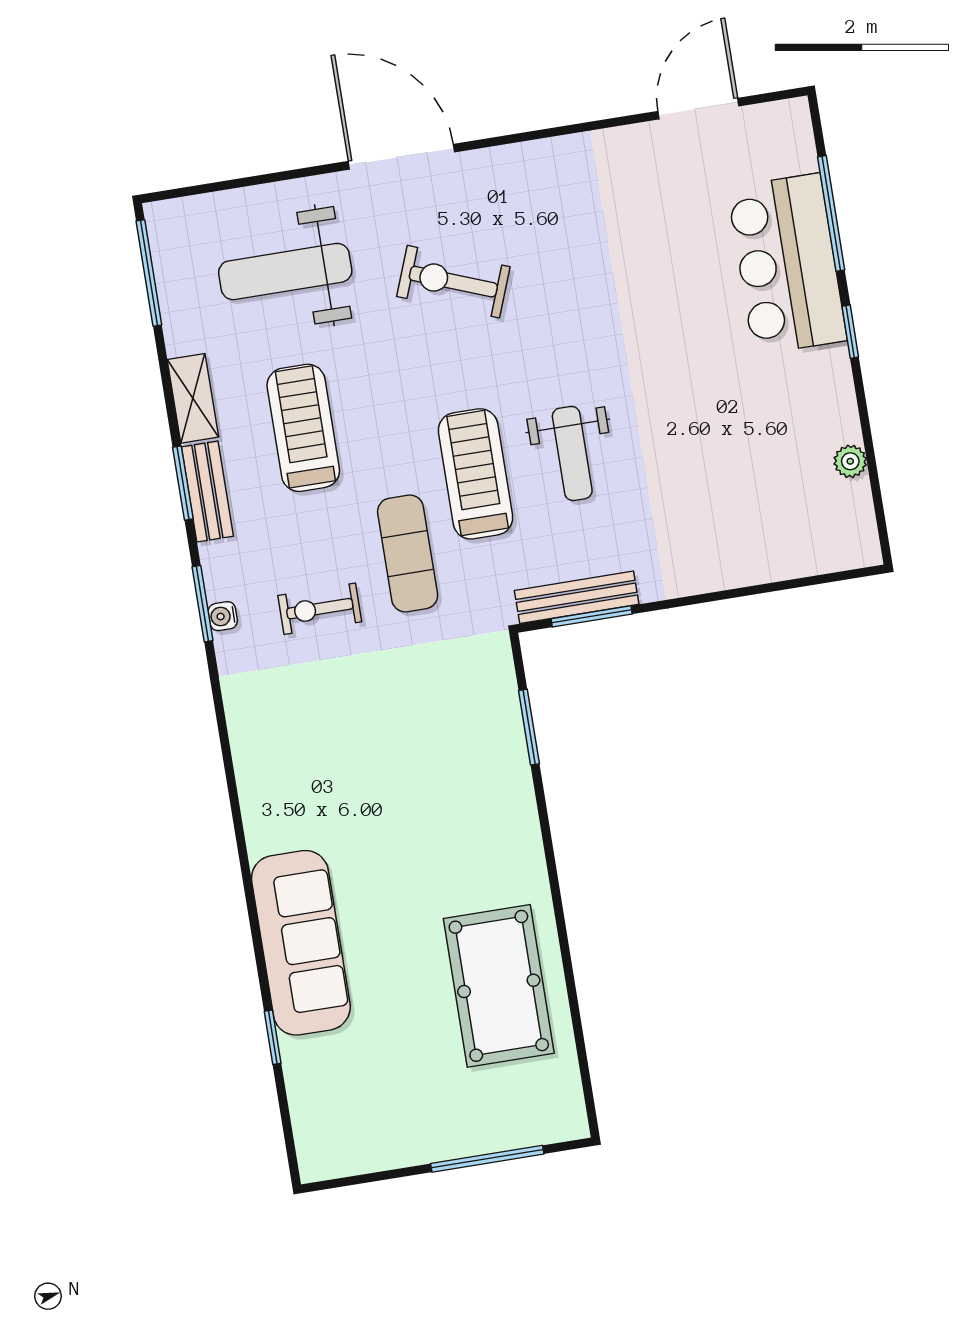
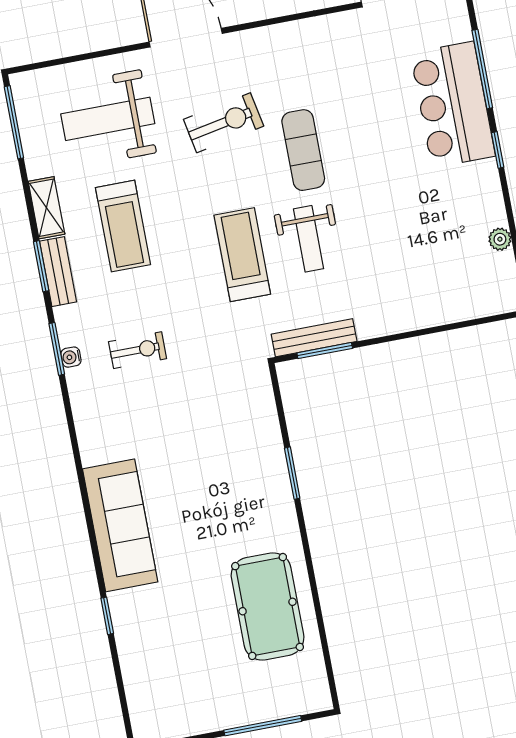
exercise bike: (453, 282) -> (224, 123), turned 148
treadmill: (303, 428) -> (123, 226), turned 180
exercise mat: (408, 553) -> (303, 150), moved
exercise bike: (320, 609) -> (138, 350), turned 180
window: (529, 727) -> (292, 473), moved
sofa: (301, 943) -> (120, 525), moved
window: (273, 1037) -> (107, 616), moved

